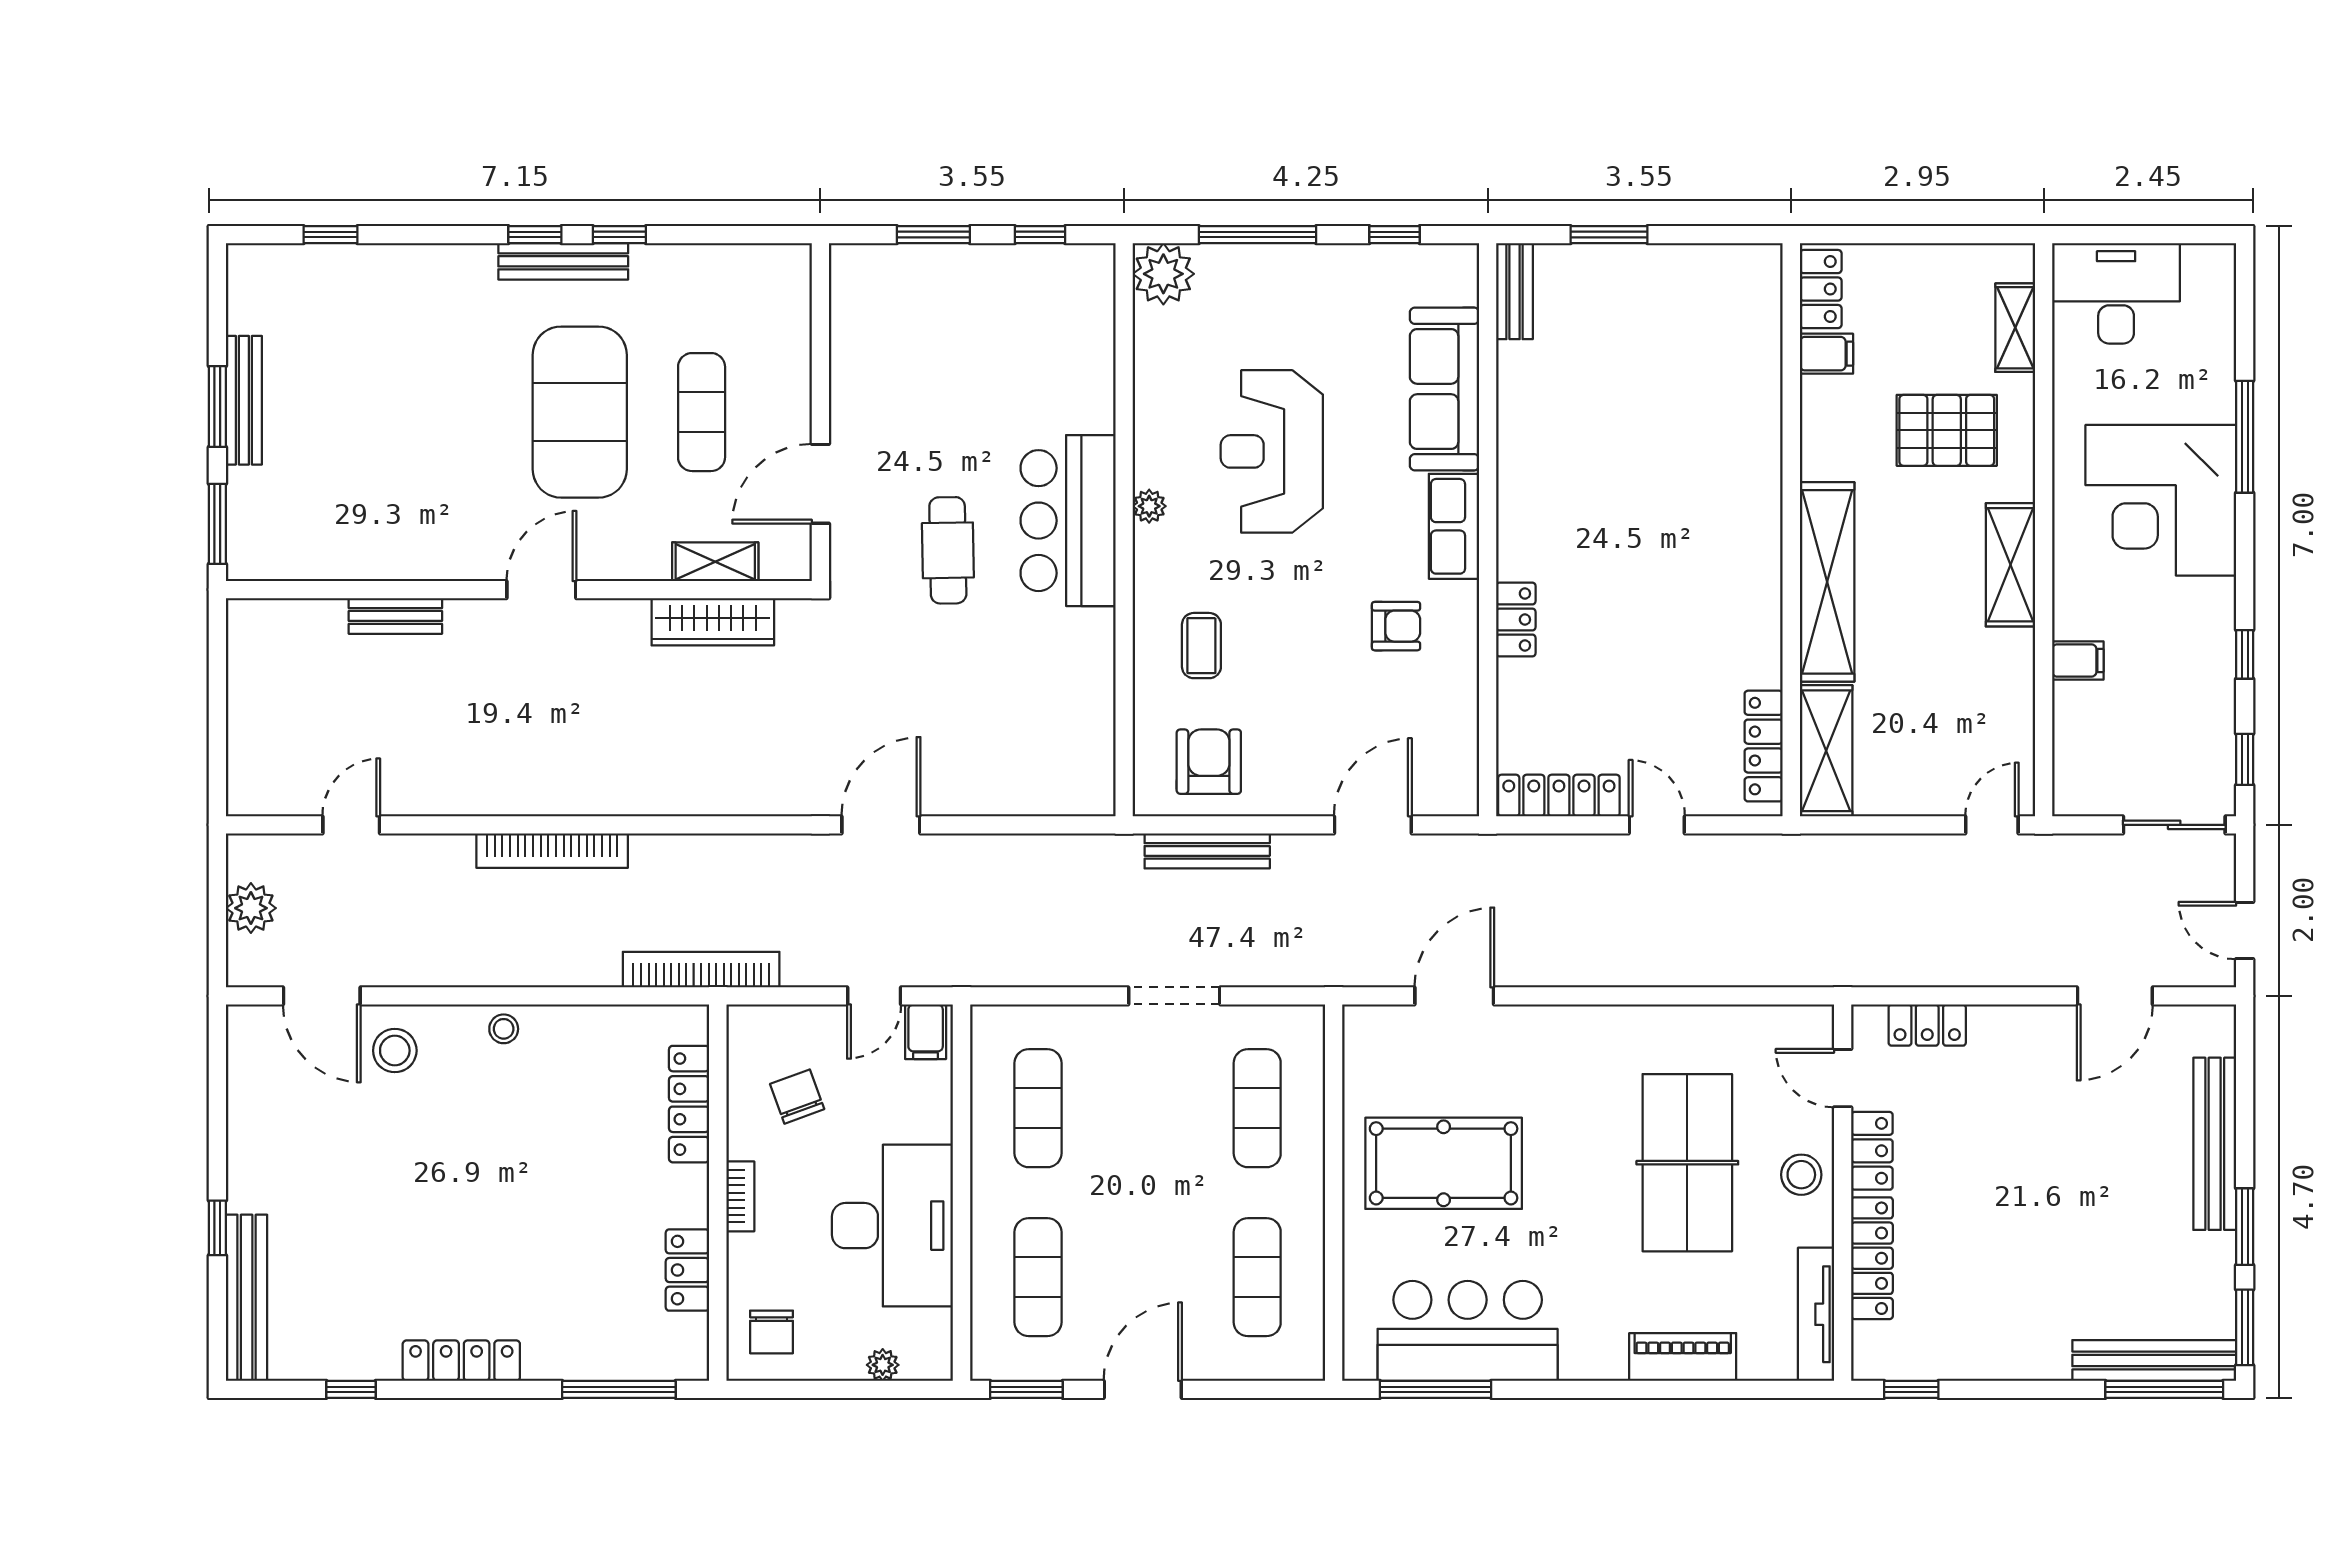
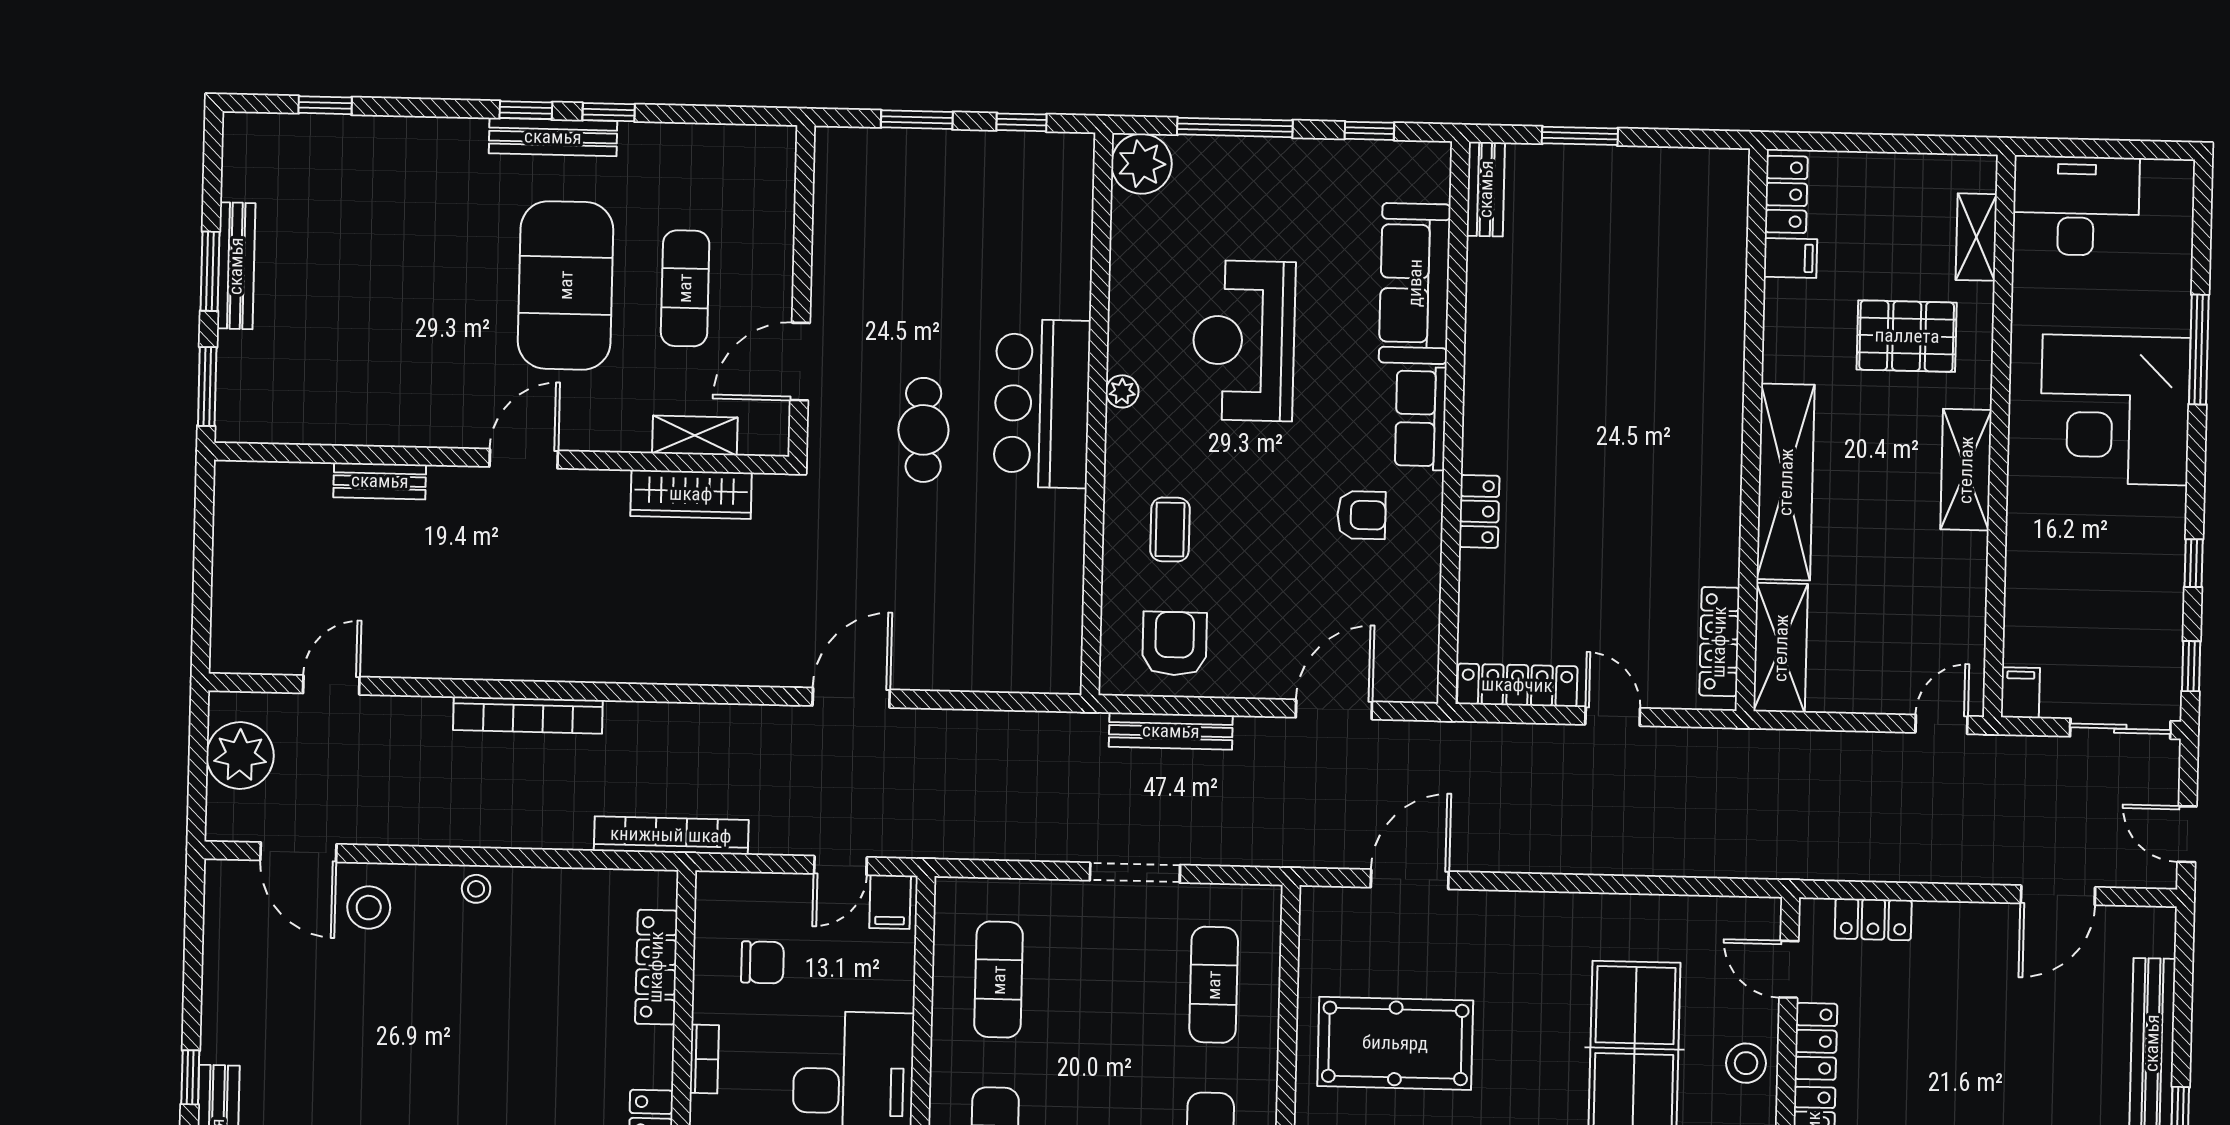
filing cabinet: (2078, 660) -> (2020, 693), moved, turned -90
plant: (251, 908) -> (240, 756), width x1.36, depth x1.36
chair: (797, 1097) -> (762, 962), turned 110

